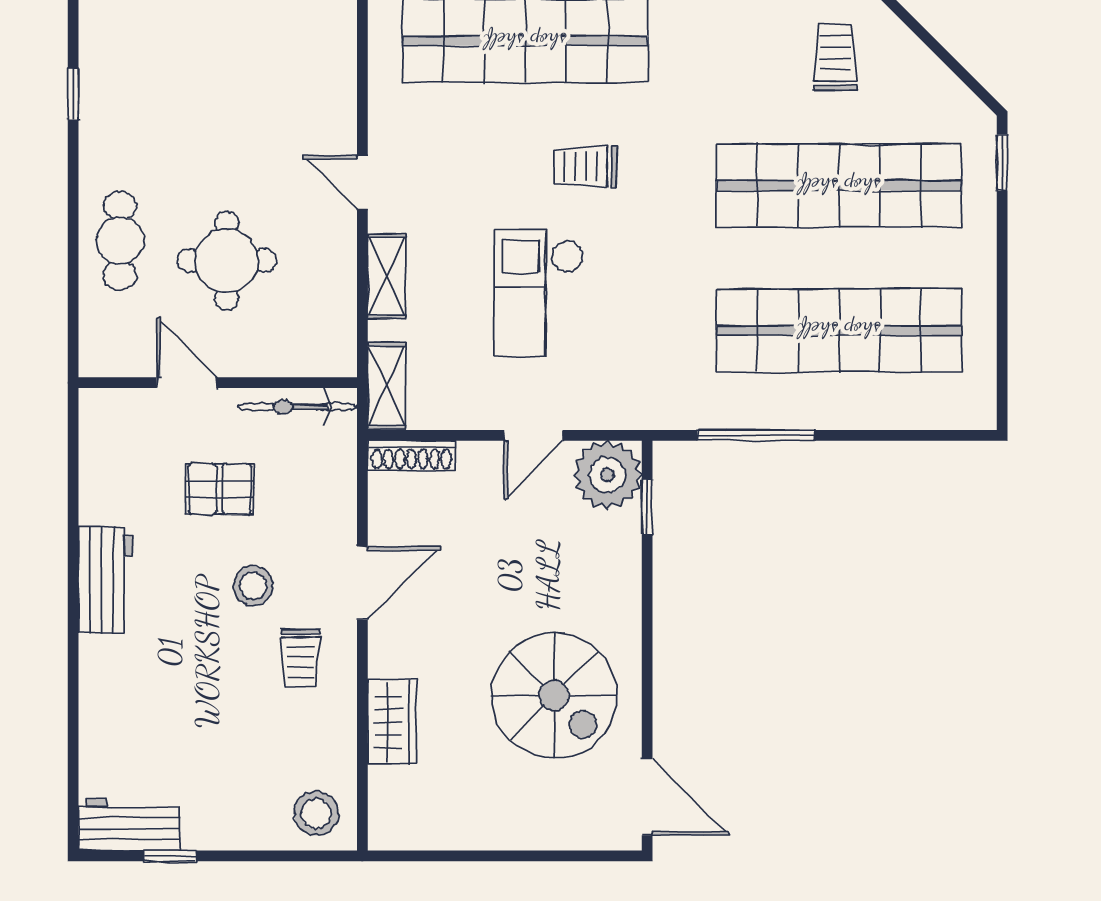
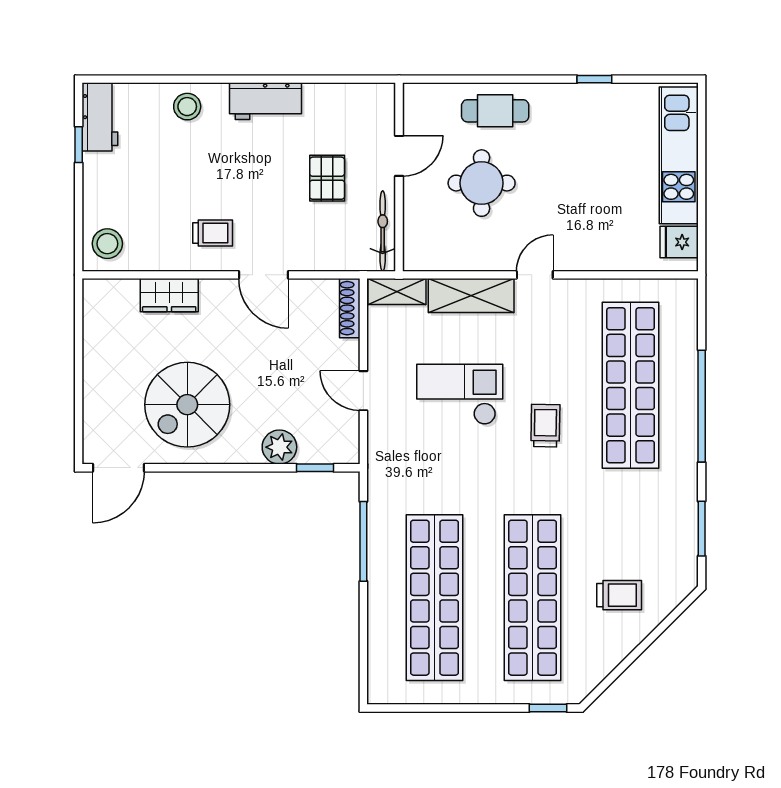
shelving: (387, 276) -> (471, 296), width x1.50, depth x1.33
plant: (607, 475) -> (279, 447), moved, width x0.73, depth x0.73
stool: (253, 586) -> (187, 107), moved
trolley: (300, 658) -> (213, 233), turned 180

